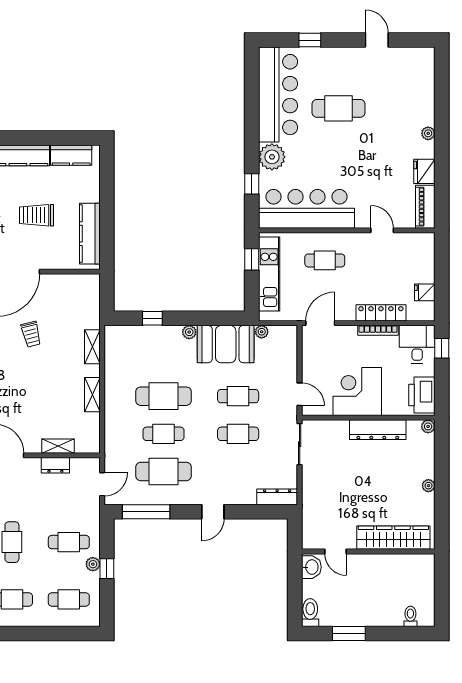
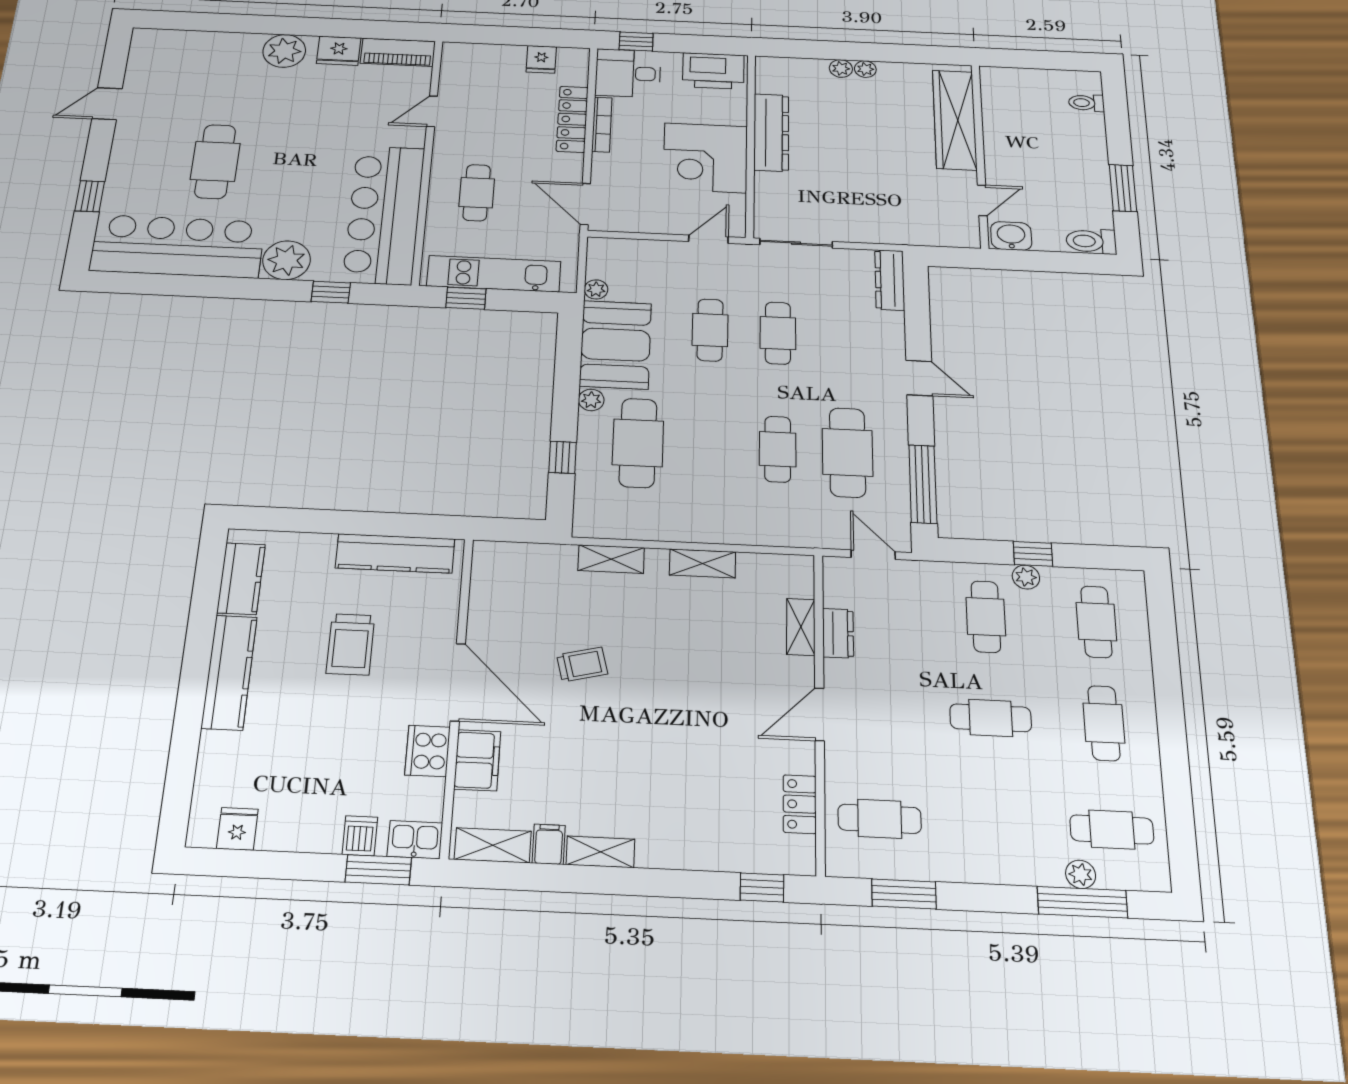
plant: (428, 133) -> (284, 51), width x1.87, depth x1.87
cafe table: (164, 396) -> (638, 443), moved
plant: (428, 426) -> (841, 69), moved

